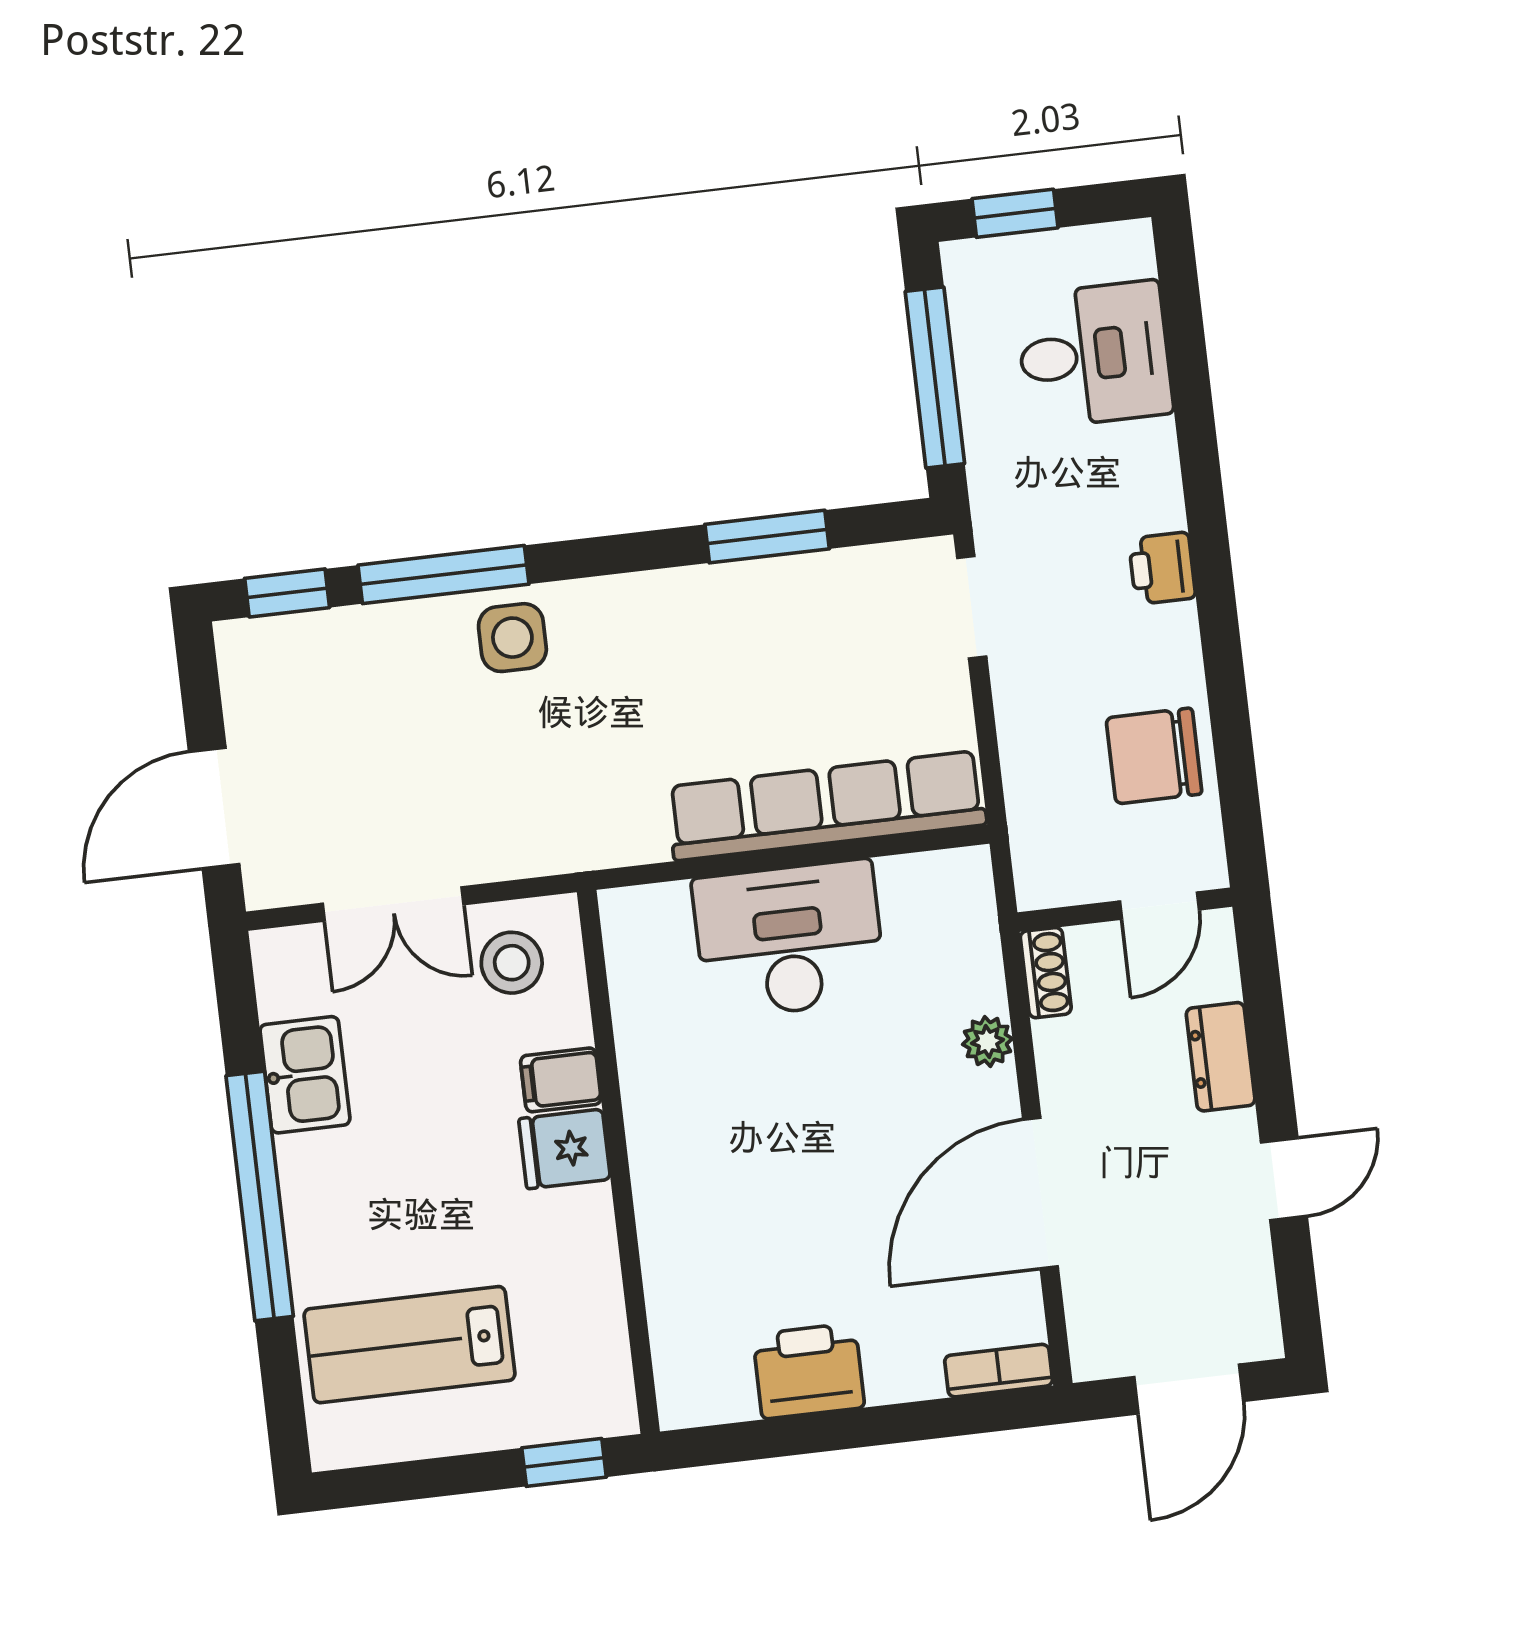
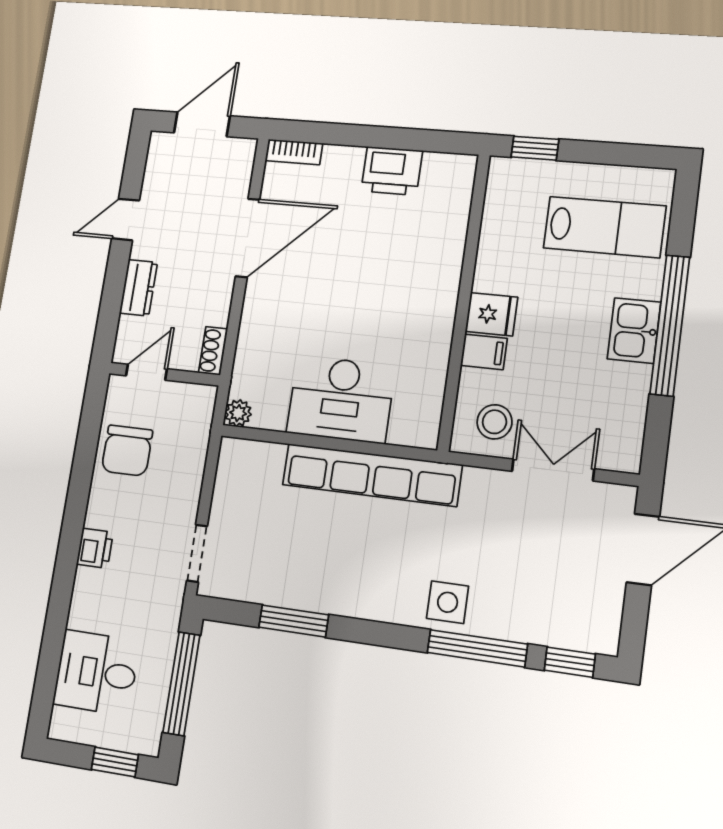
chair: (1154, 756) -> (127, 451), turned 90
row of seats: (826, 806) -> (372, 475), moved
plant: (988, 1041) -> (238, 413), moved
kitchen sink: (305, 1075) -> (634, 331), moved

